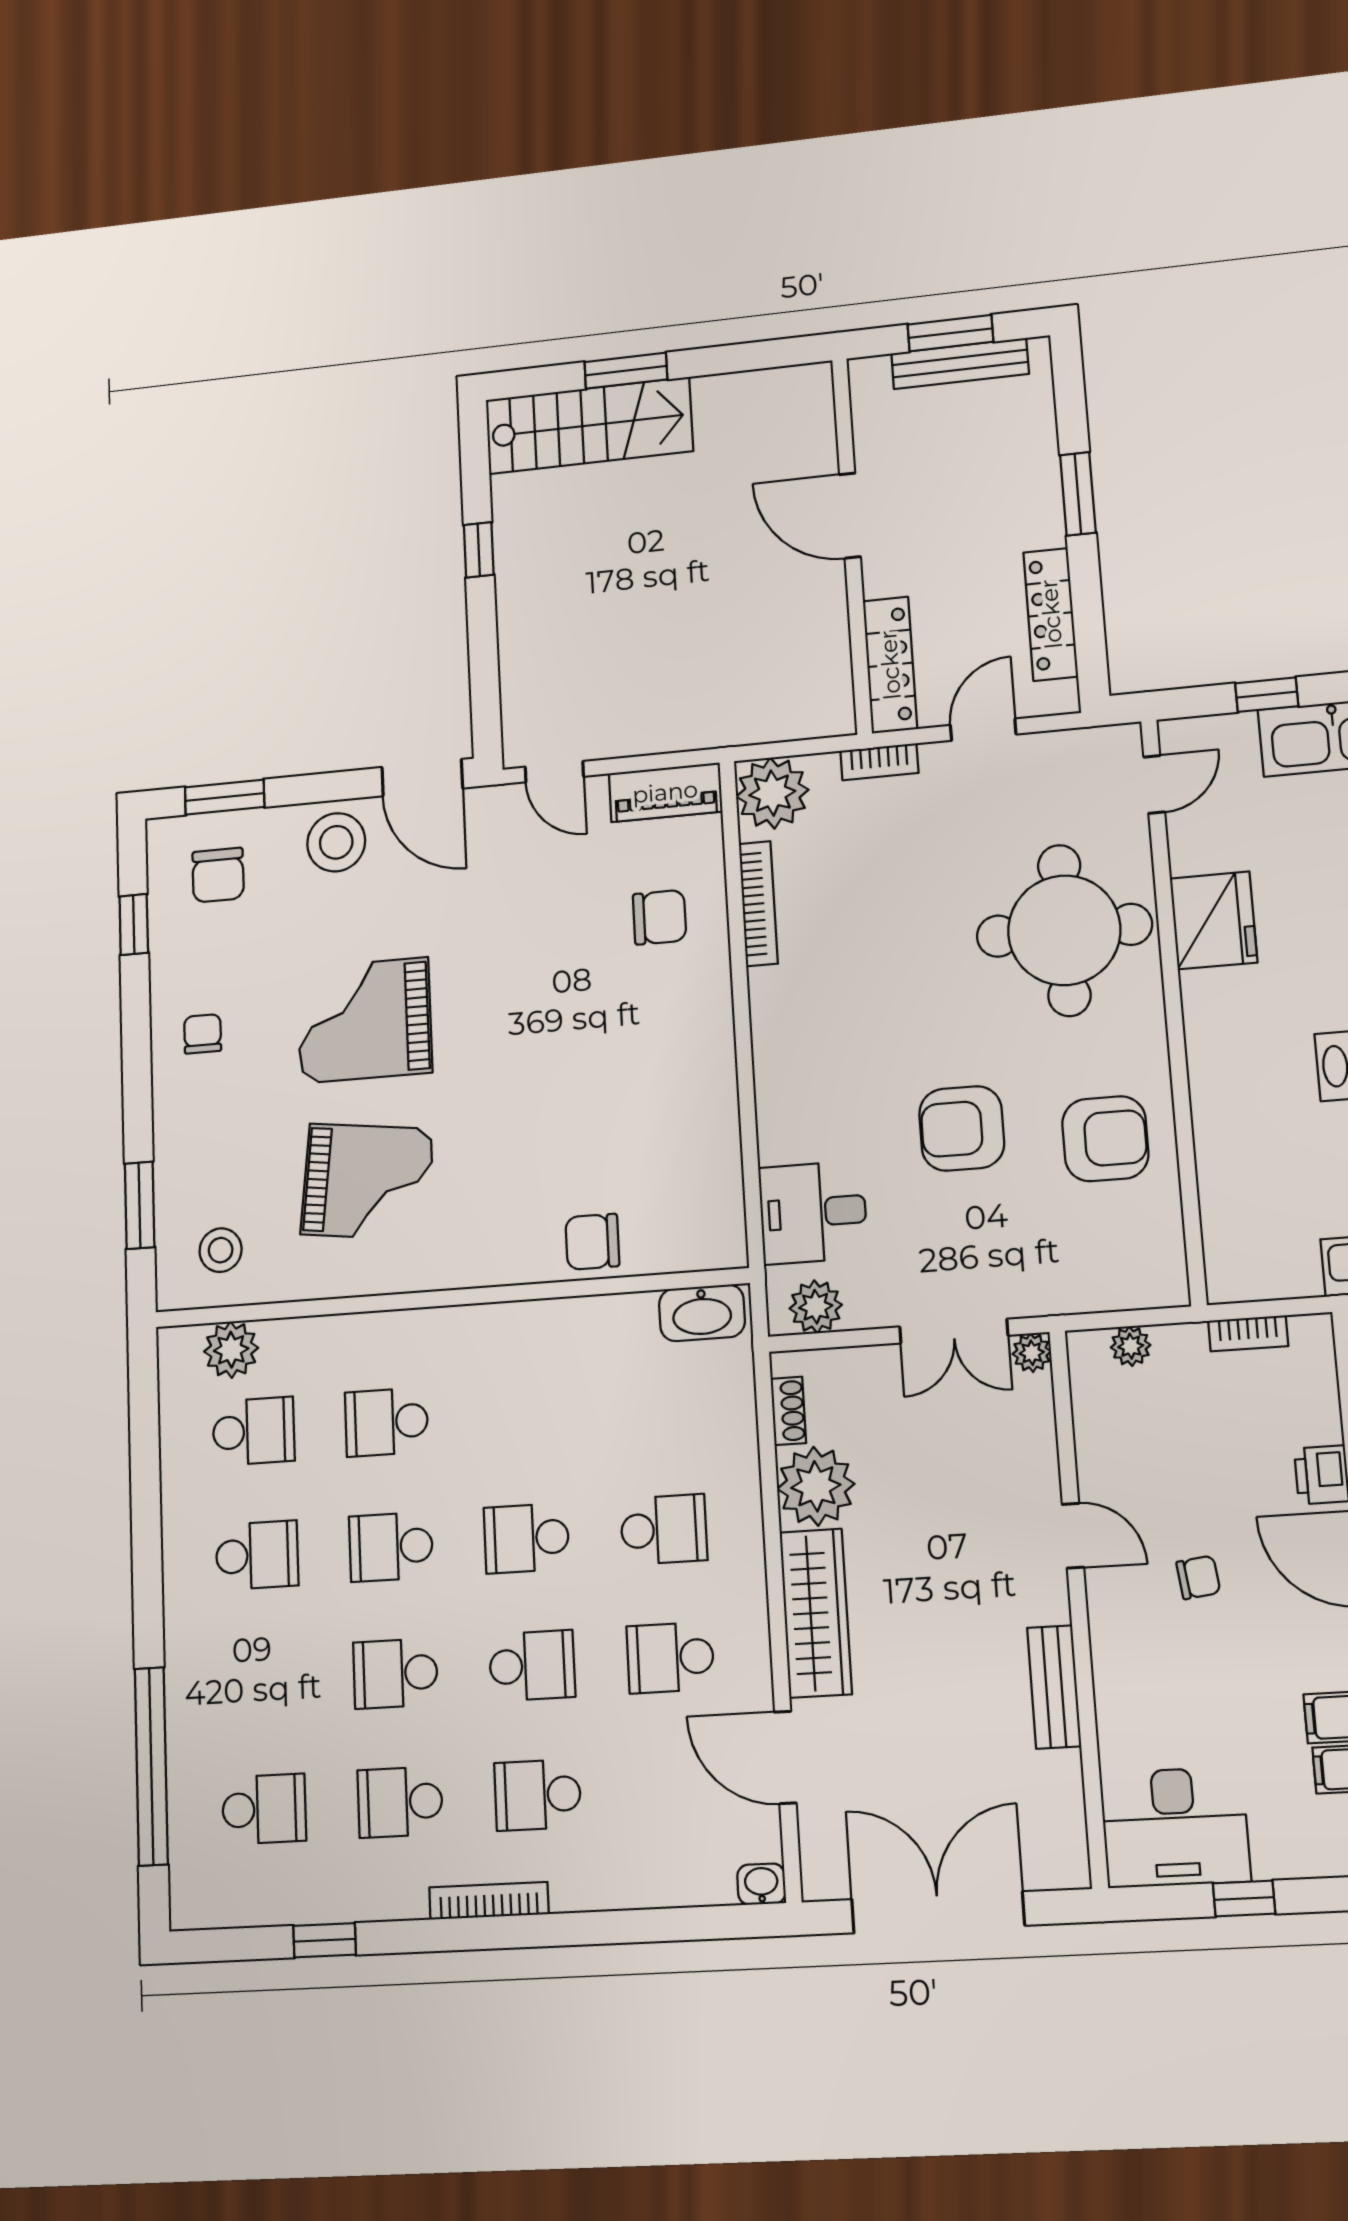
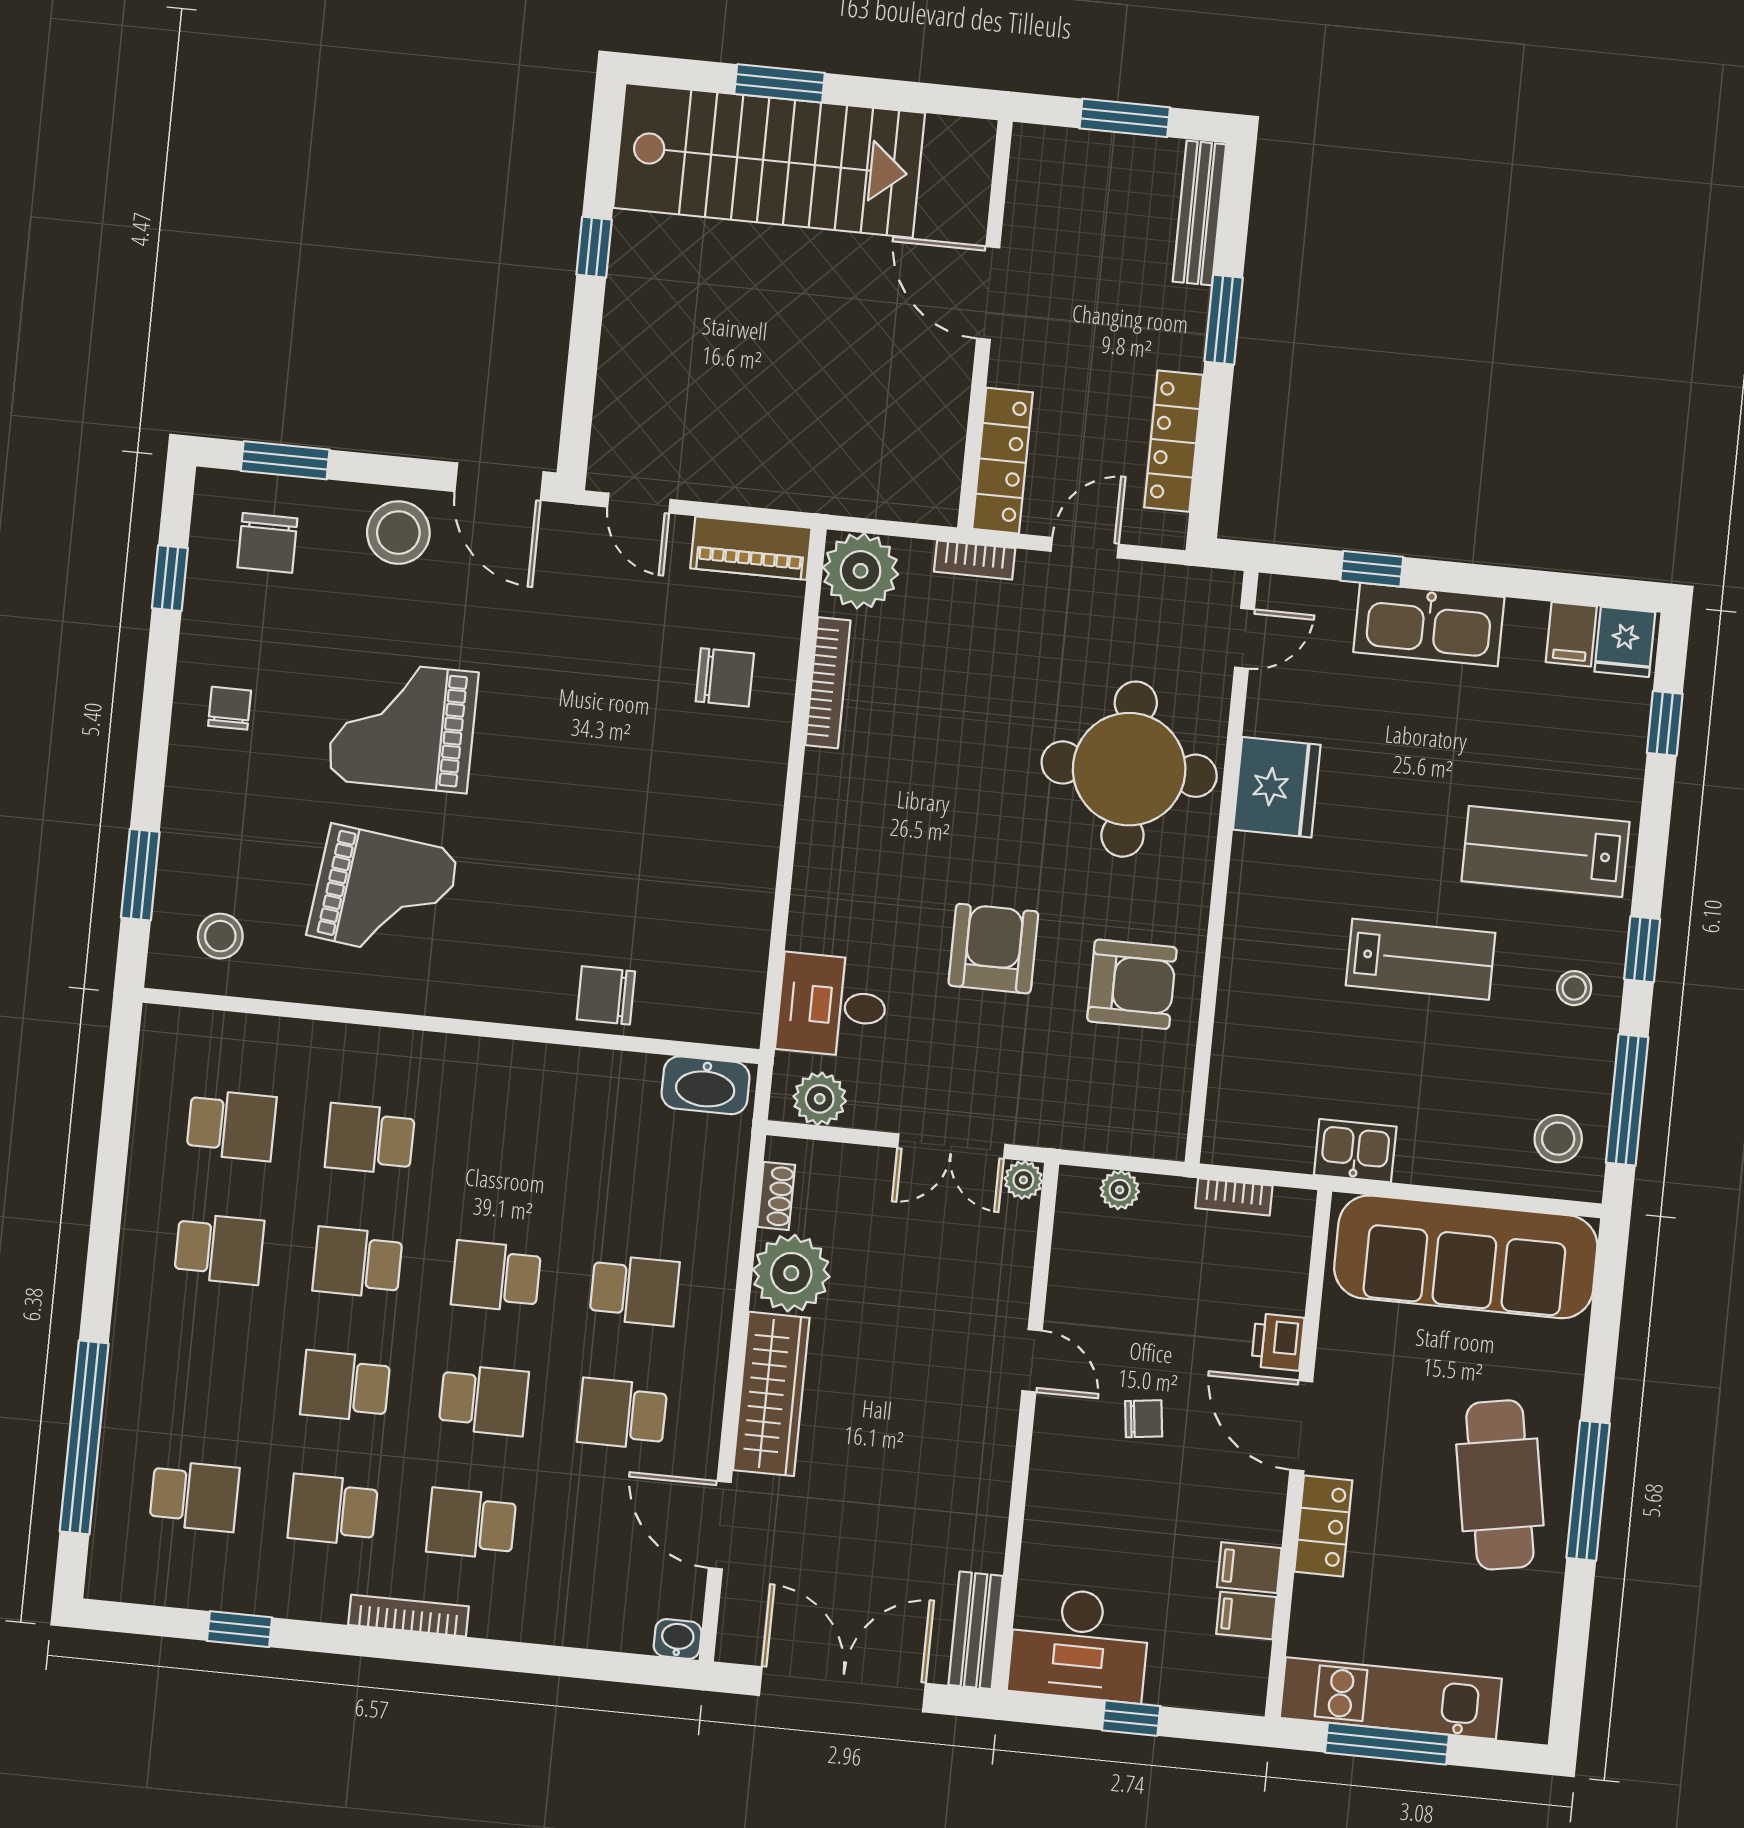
bench: (960, 364) -> (1199, 213), moved, turned 90
stairs: (589, 425) -> (769, 160), width x1.36, depth x1.51
armchair: (962, 1128) -> (993, 949), turned 90
plant: (231, 1350) -> (218, 1039), removed
bench: (1054, 1687) -> (976, 1630), moved

